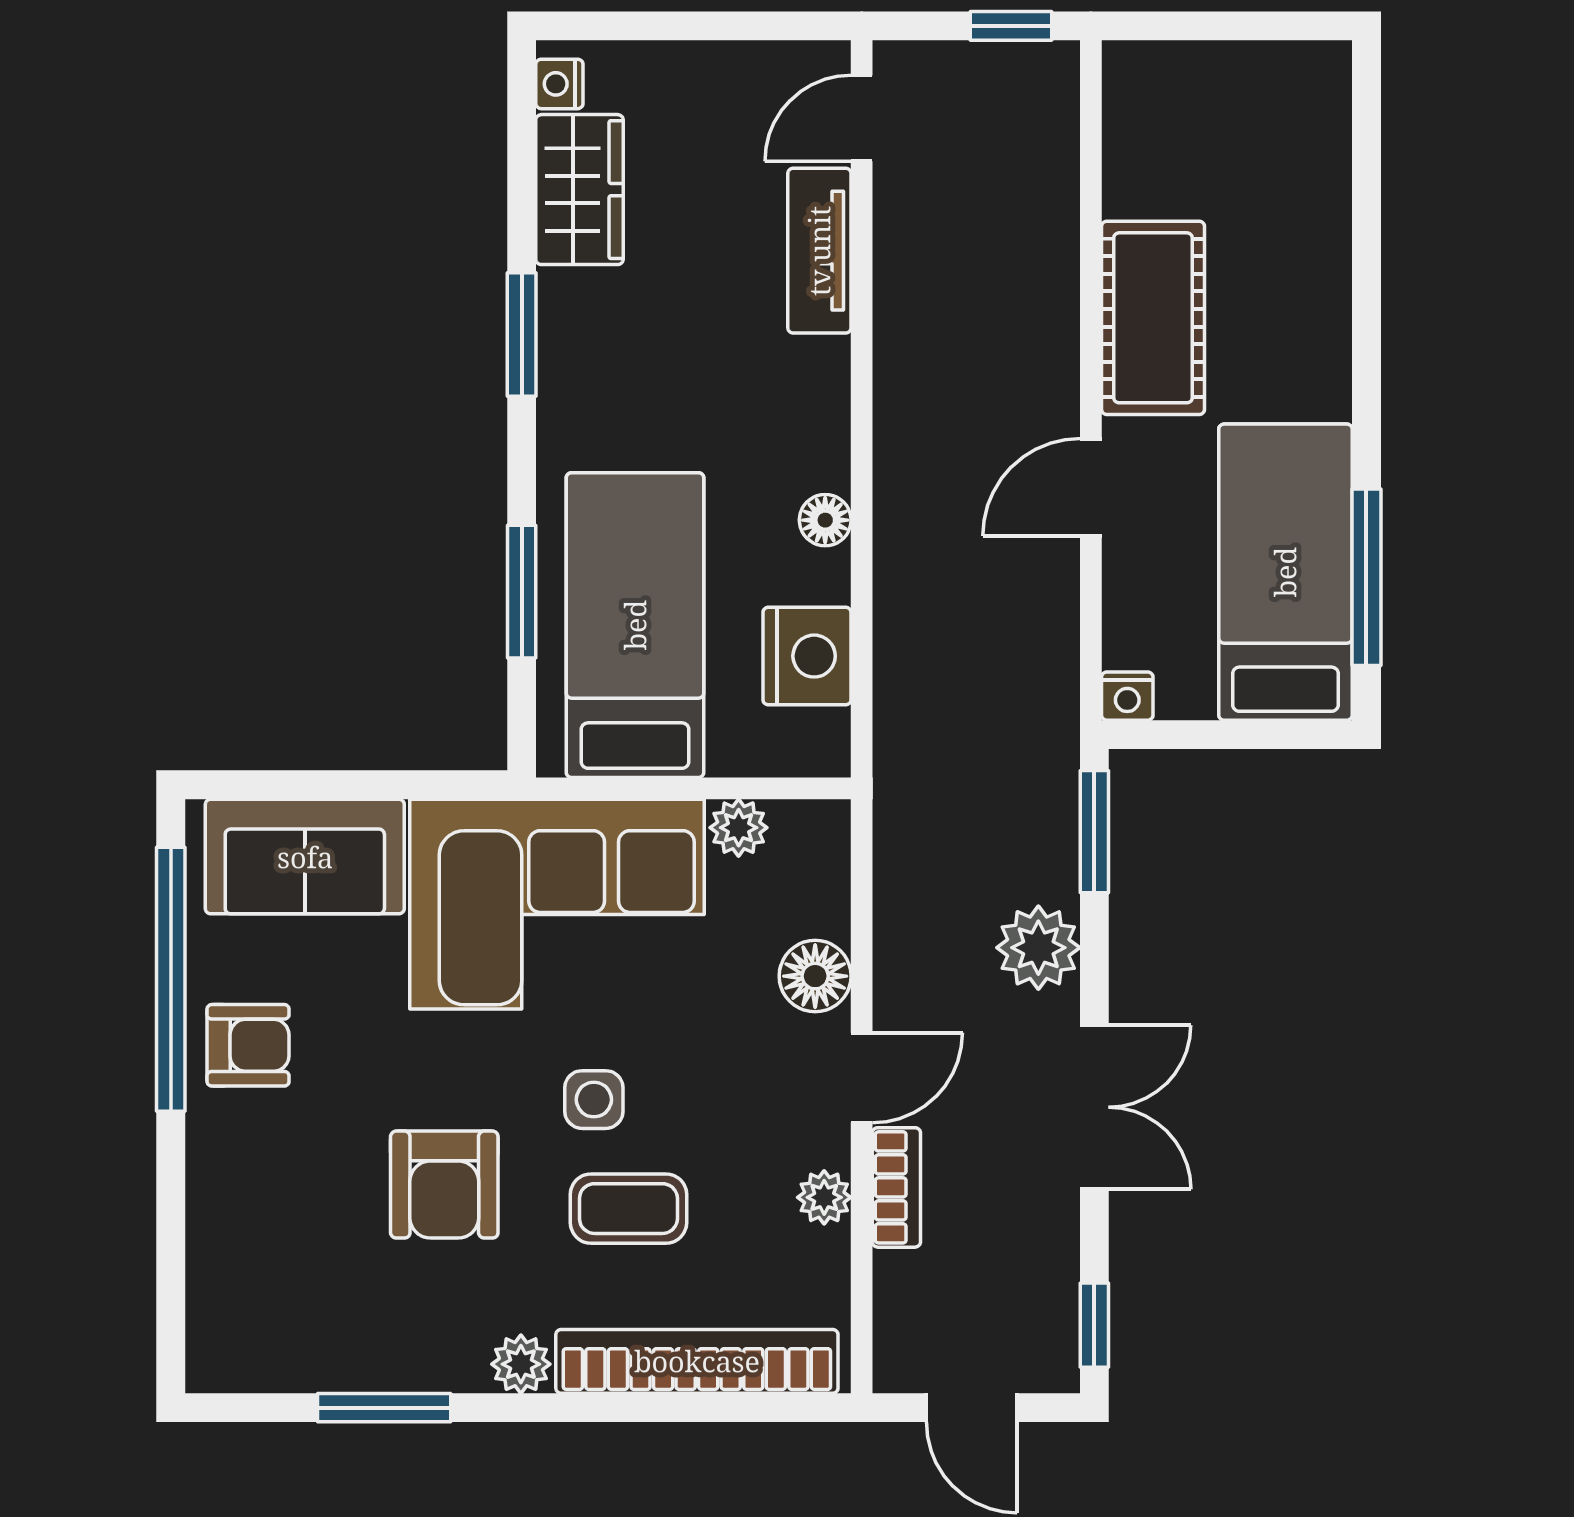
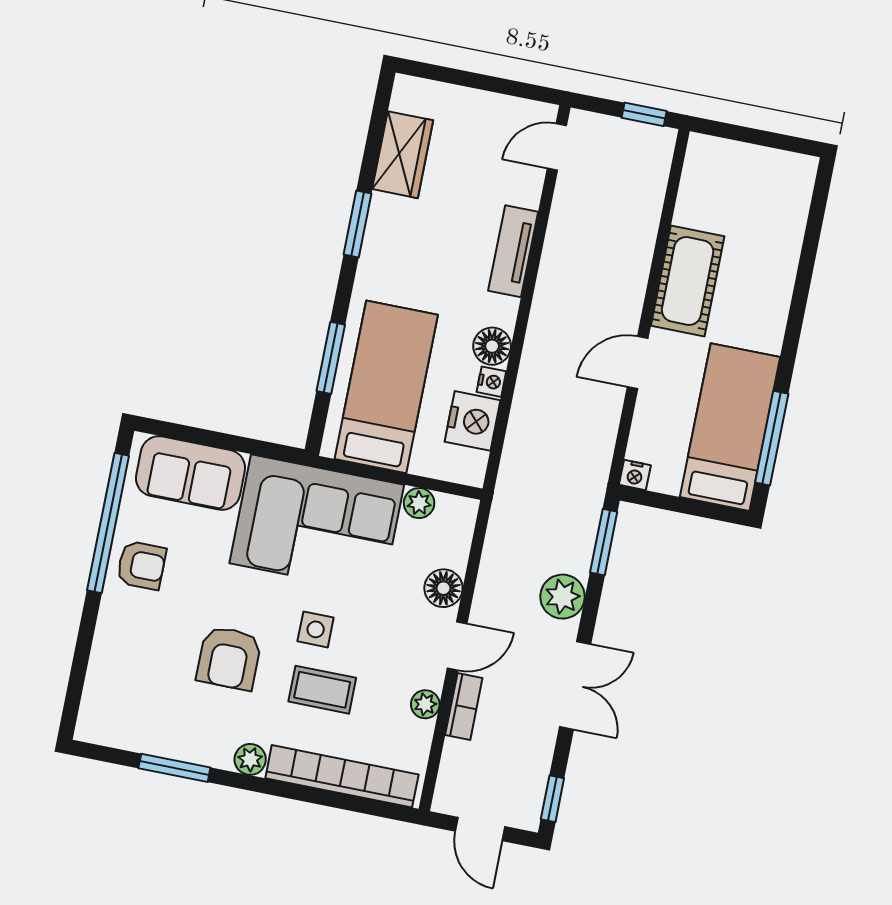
nightstand: (559, 84) -> (491, 382), moved, turned 180
tv unit: (819, 251) -> (513, 251), moved
floor lamp: (825, 520) -> (492, 346), width x1.37, depth x1.37

